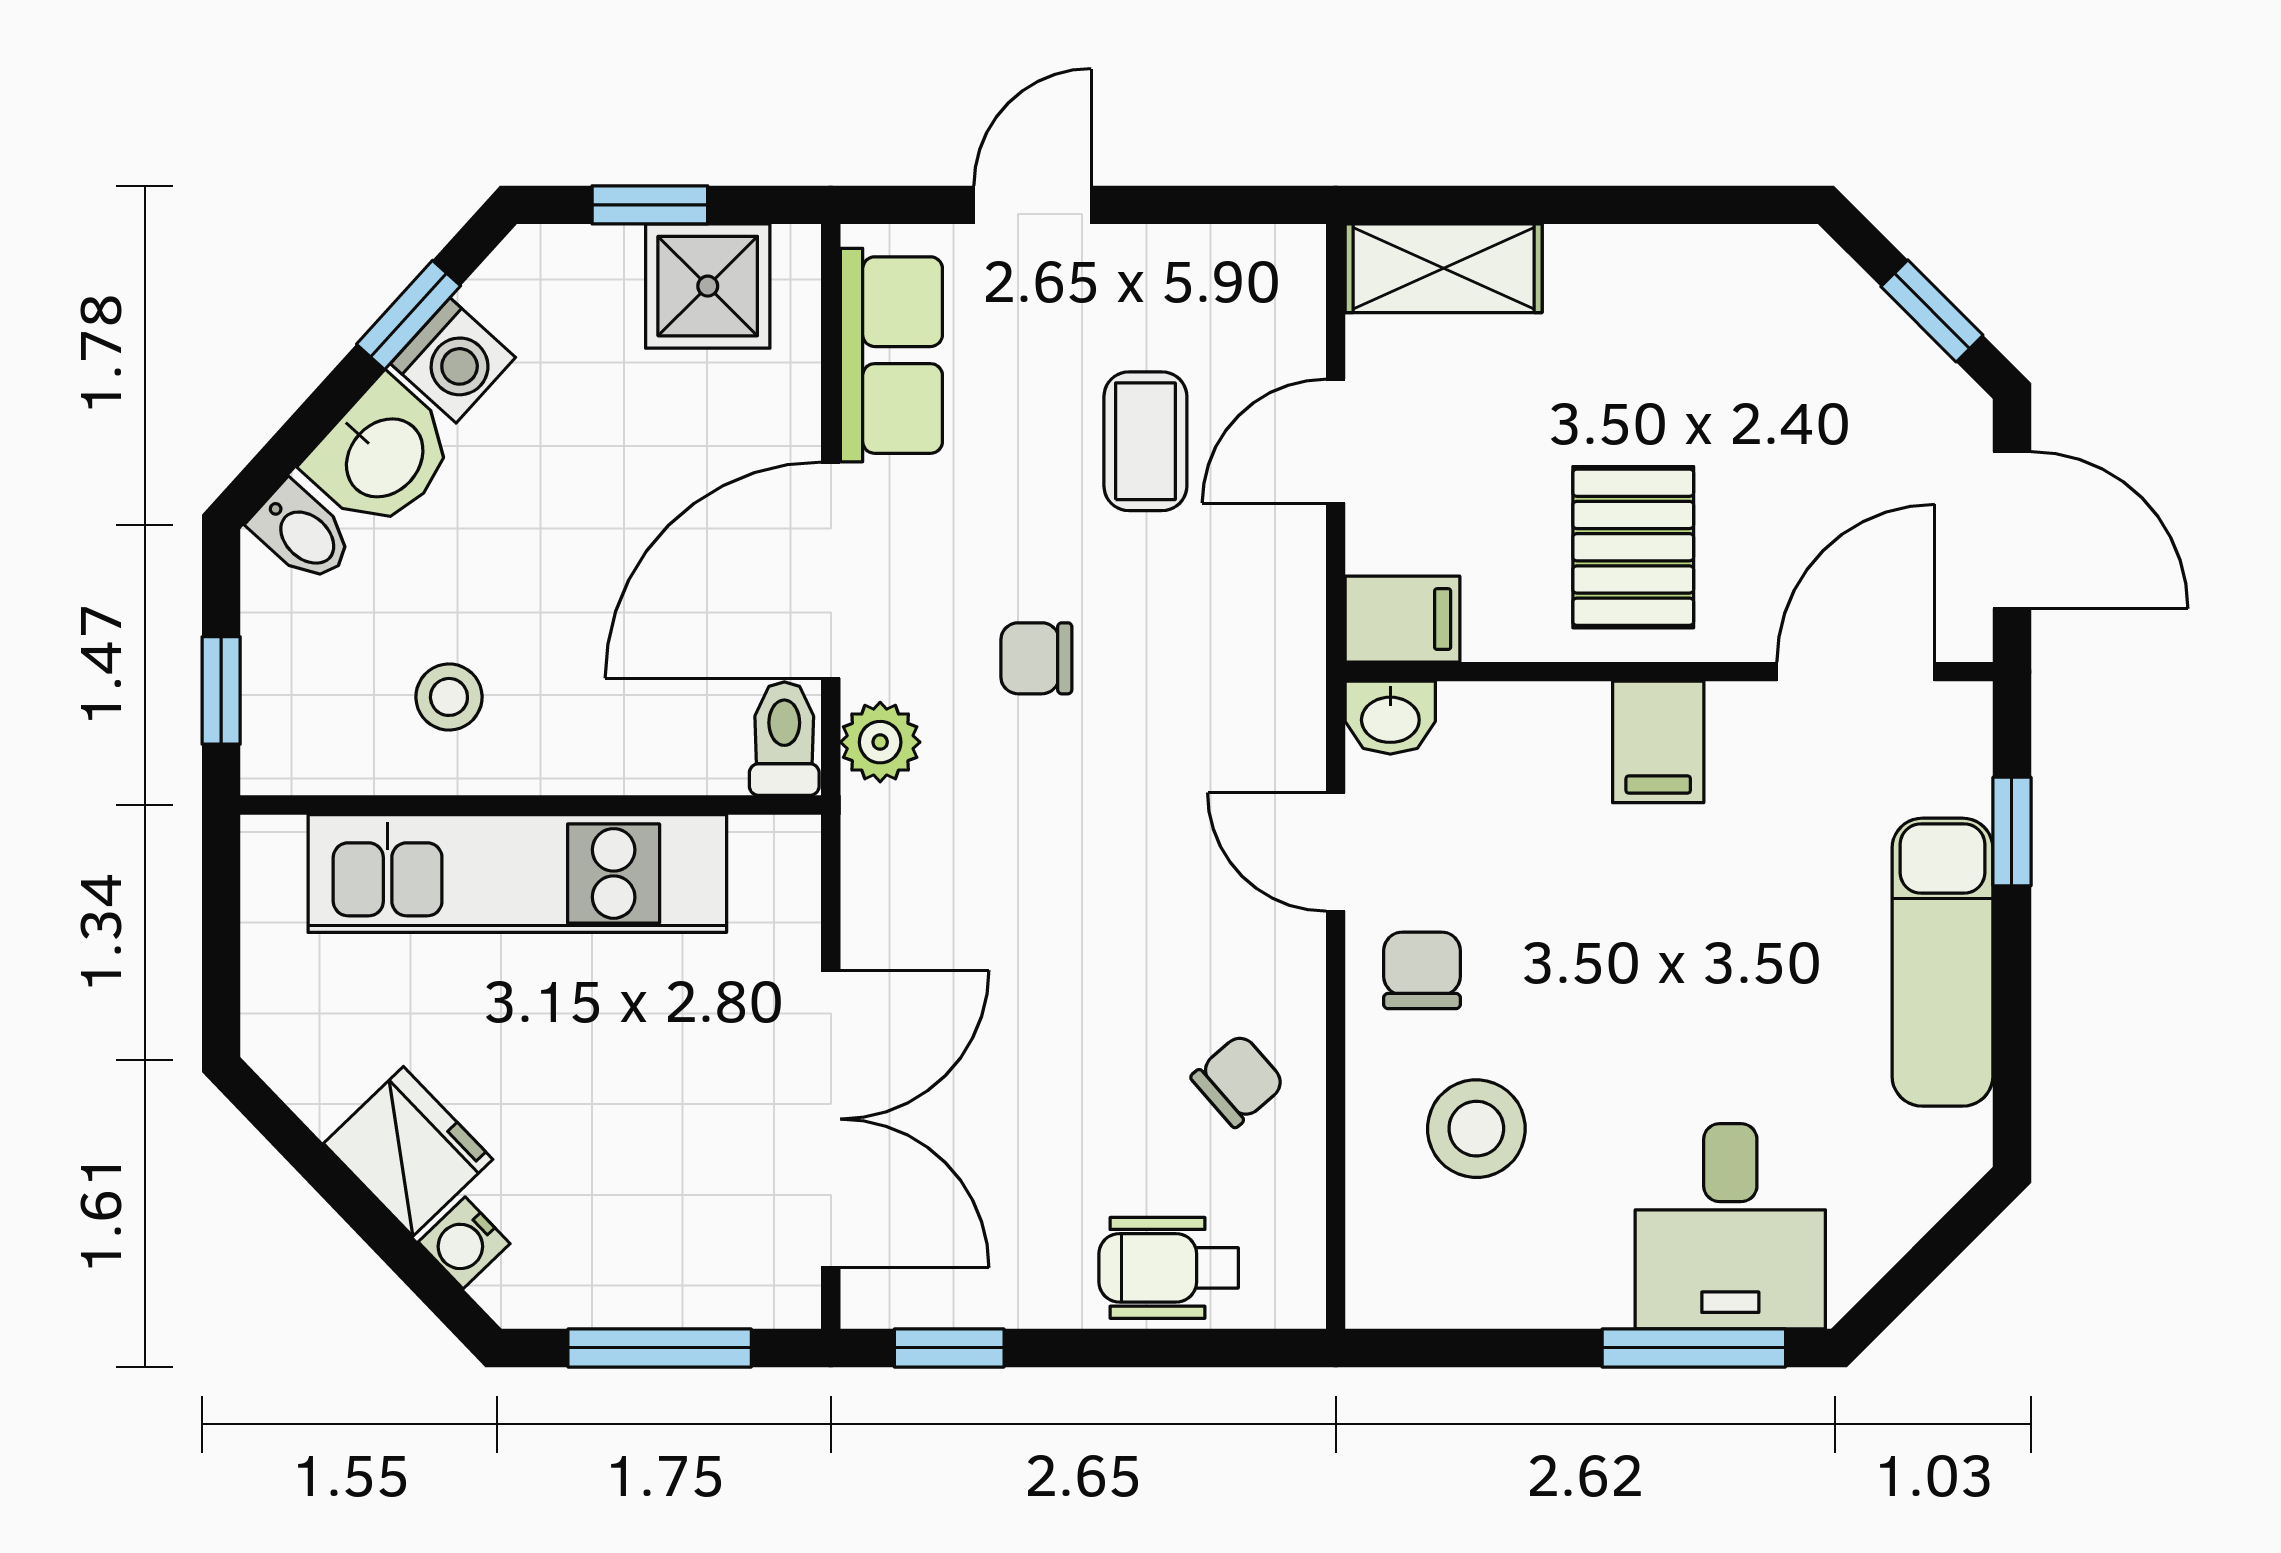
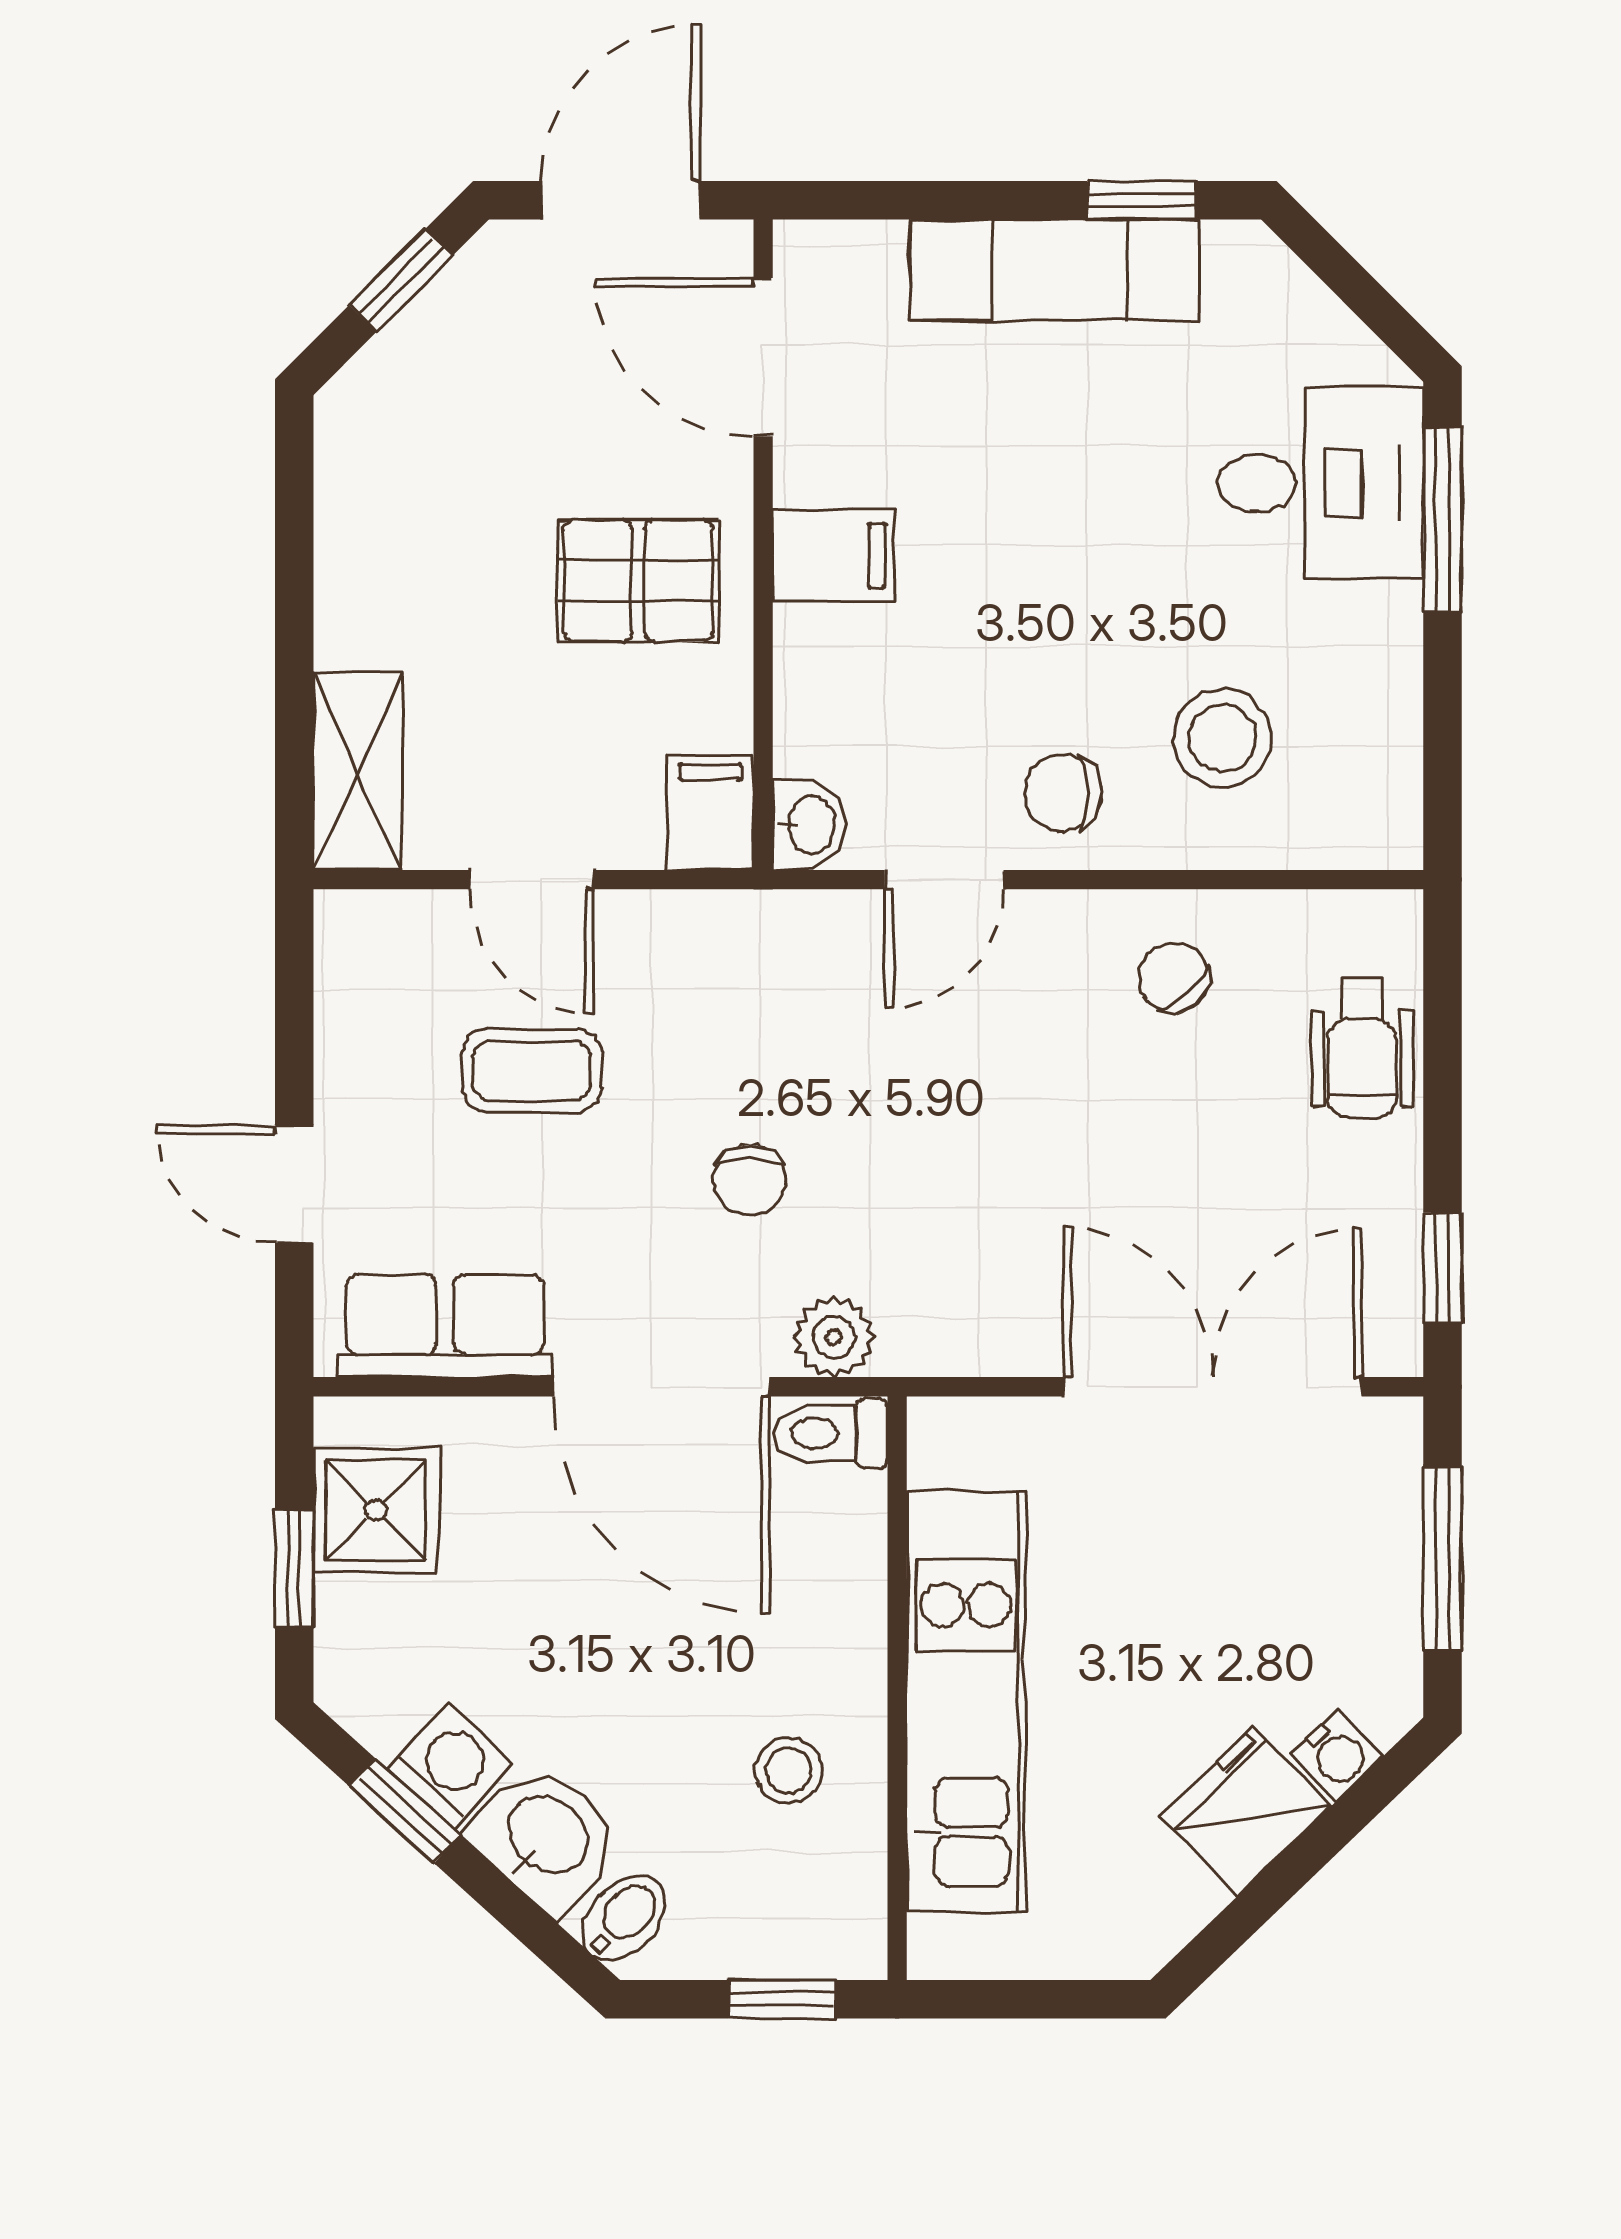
window: (2012, 832) -> (1142, 200), moved

